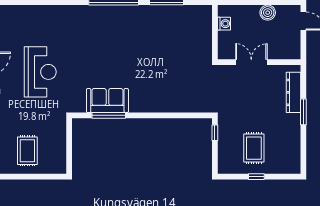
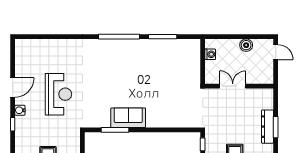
dresser: (294, 92) -> (268, 127), moved
sofa: (107, 101) -> (128, 118), moved

